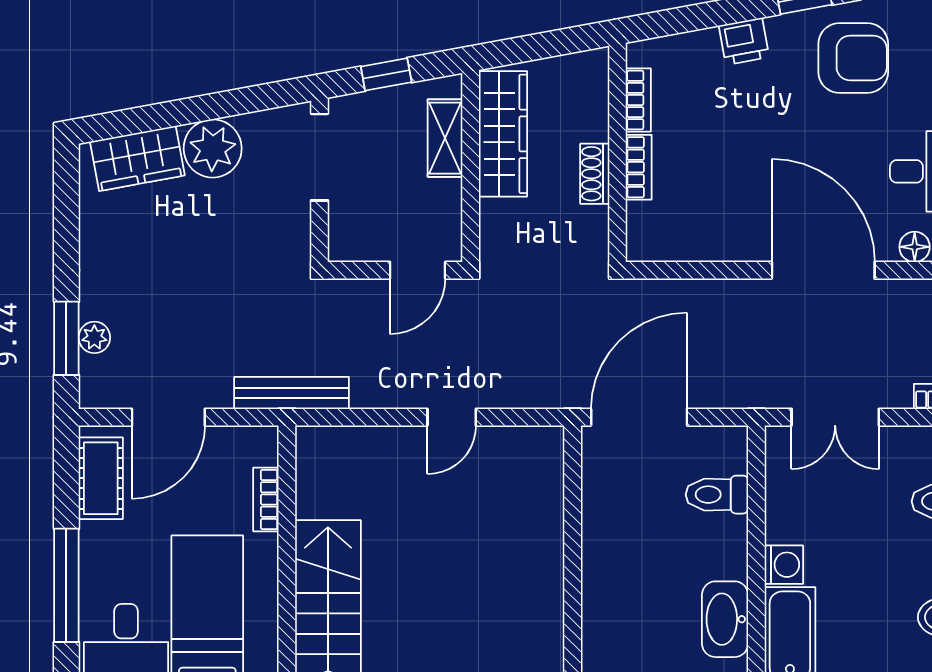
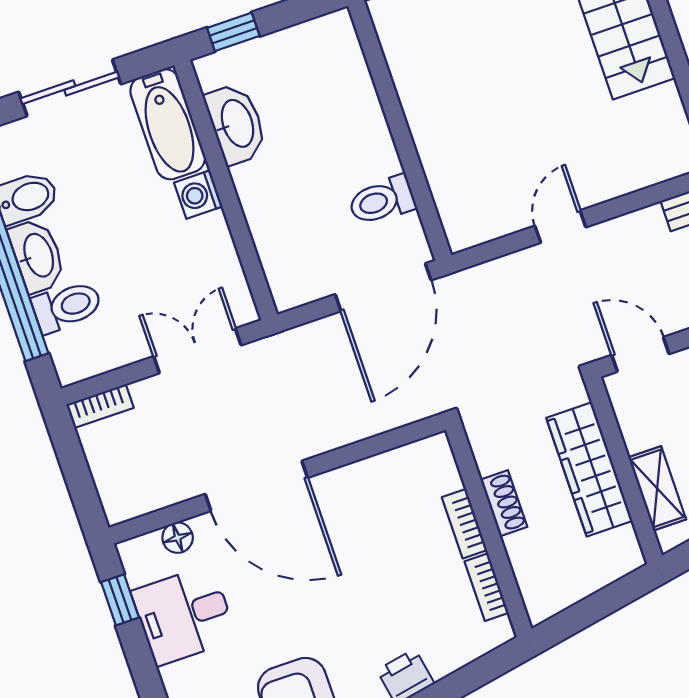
wardrobe: (503, 134) -> (589, 469), moved
door: (418, 270) -> (640, 354), hinge flipped
toilet: (717, 495) -> (382, 200), moved, turned 180

